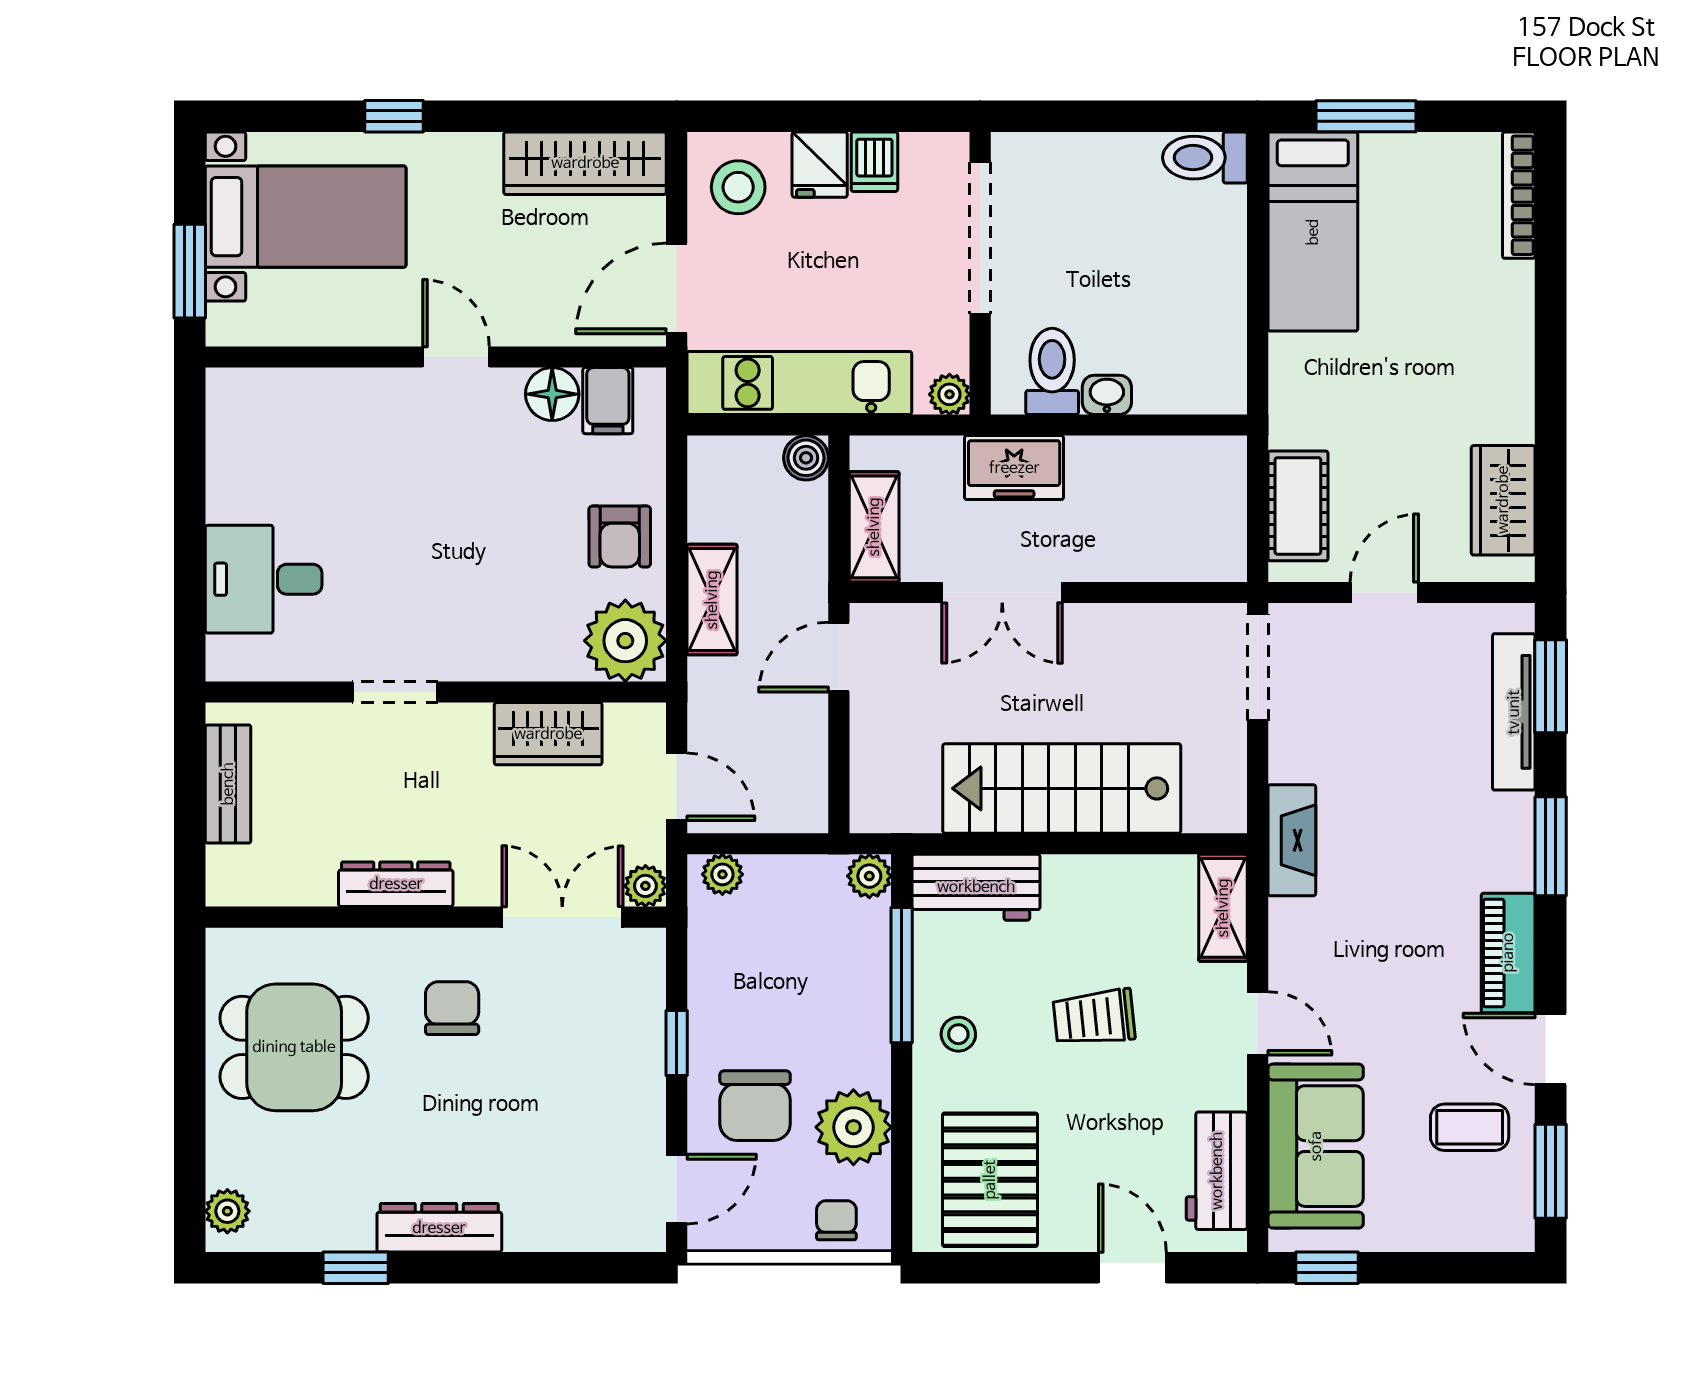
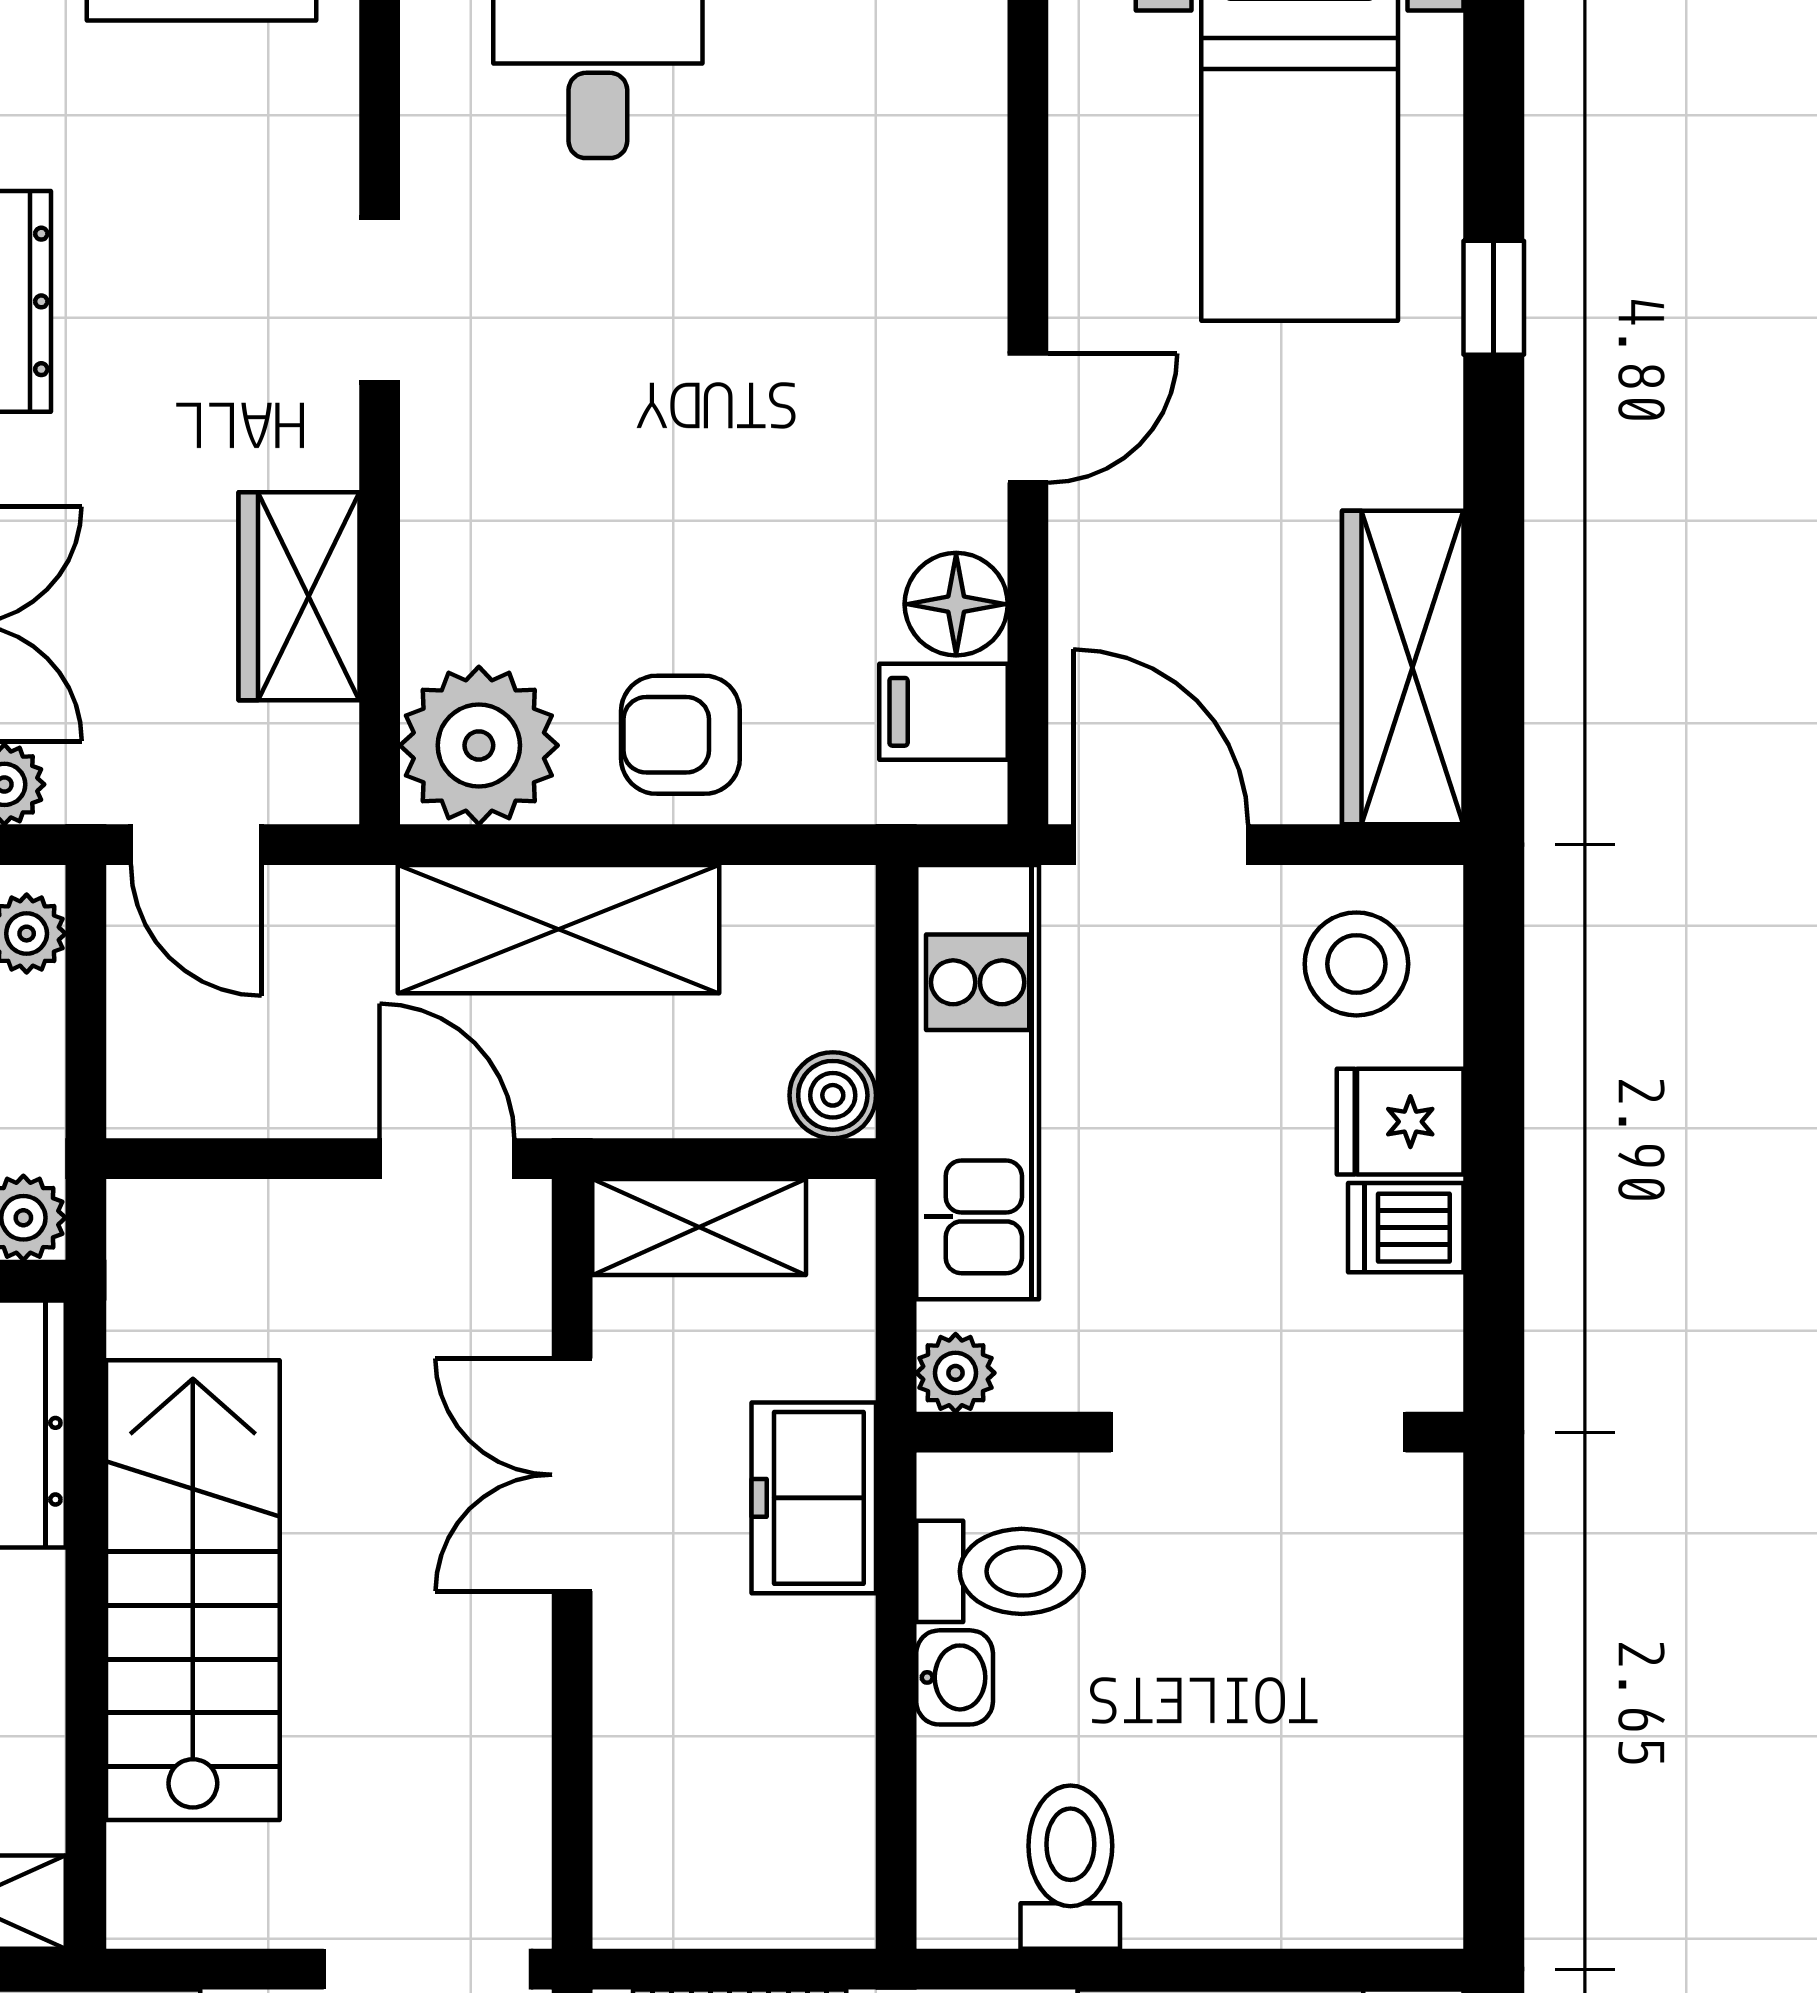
toilet: (1205, 158) -> (1070, 1867), moved
shelving: (712, 600) -> (558, 929), width x1.50, depth x1.33
door: (677, 787) -> (196, 845), hinge flipped

